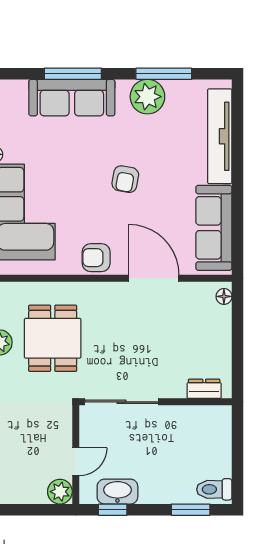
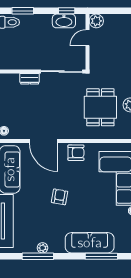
window: (73, 74) -> (101, 256), moved
plant: (147, 97) -> (43, 248), width x0.53, depth x0.53
dresser: (204, 389) -> (30, 79), moved

